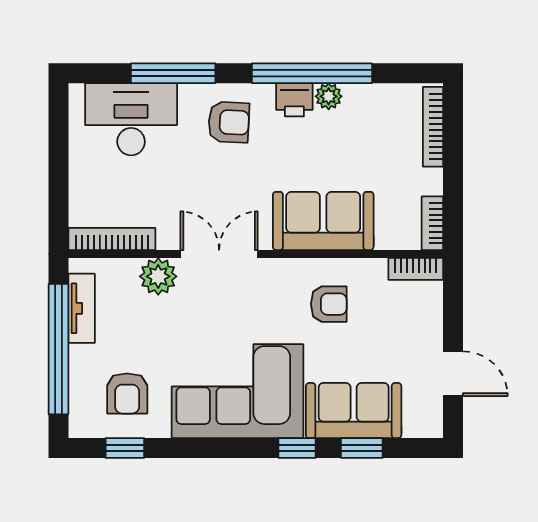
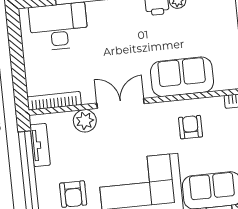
armchair: (229, 122) -> (118, 22), removed
armchair: (329, 304) -> (191, 127), turned -90

